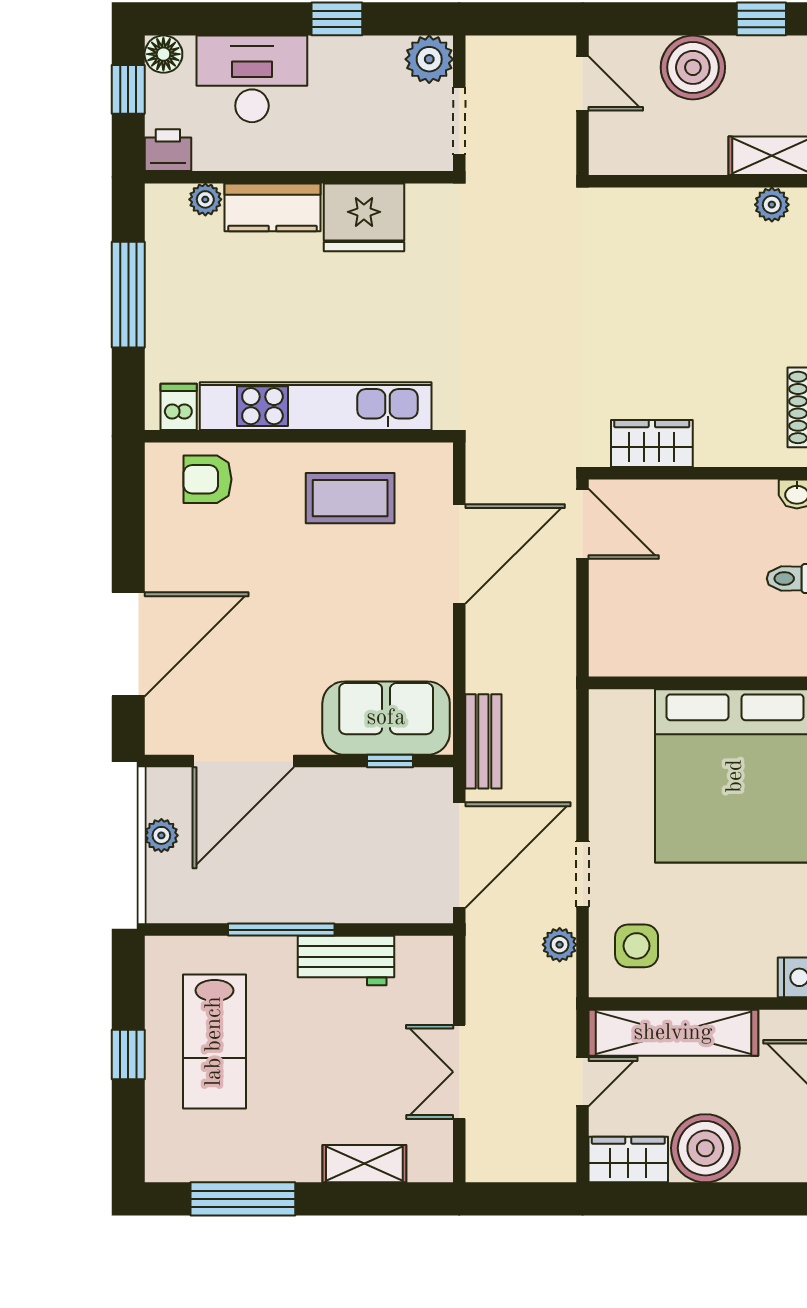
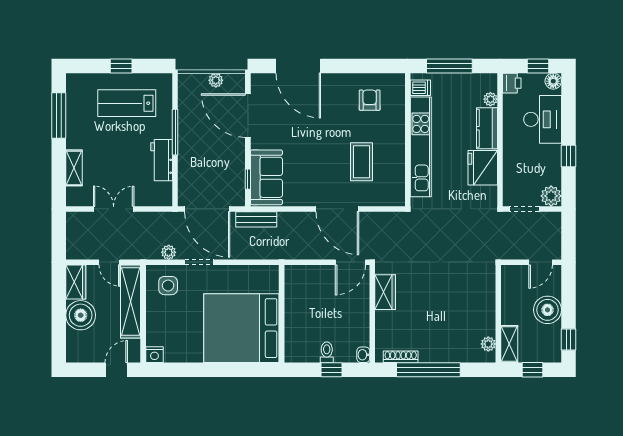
kitchen unit: (316, 406) -> (421, 147), moved
dishwasher: (179, 407) -> (420, 88), moved
wall: (299, 436) -> (408, 140), moved

